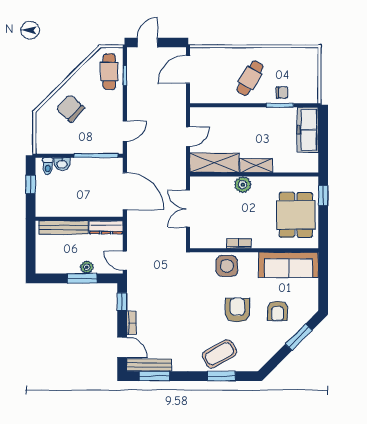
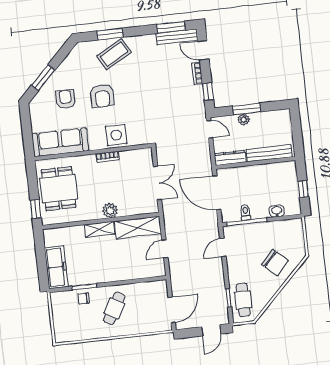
toilet: (48, 166) -> (245, 213), moved

